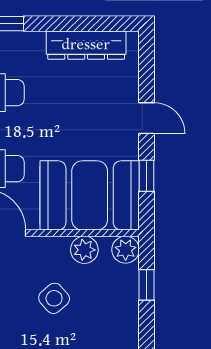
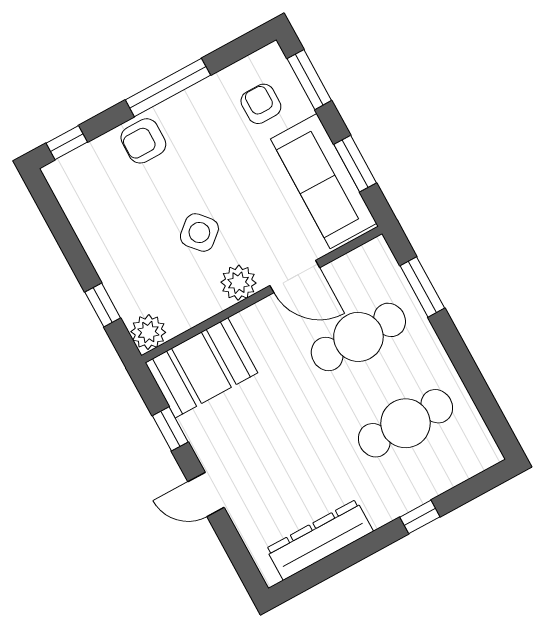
booth: (90, 195) -> (201, 368), width x0.73, depth x0.70
plant: (84, 250) -> (239, 283), moved

